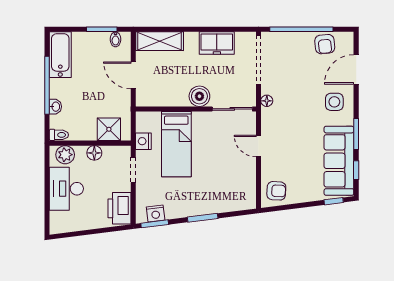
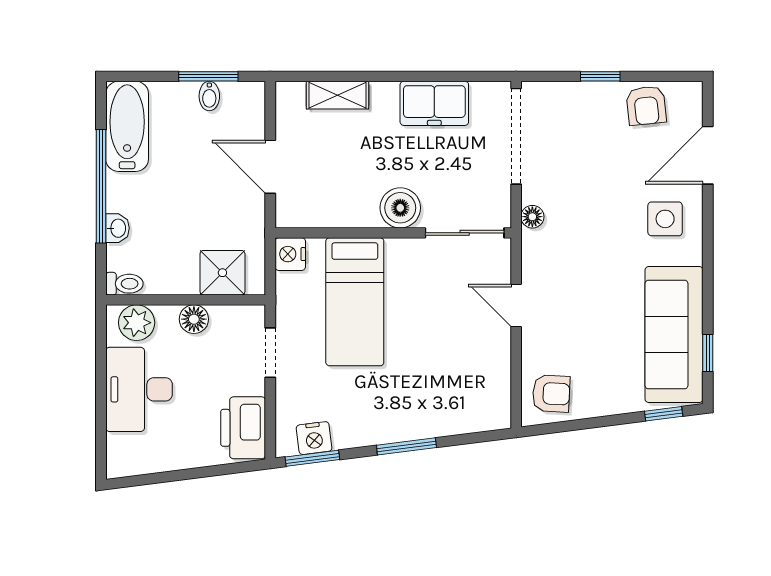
window: (301, 29) -> (600, 76), width x0.32
bidet: (116, 39) -> (209, 96), moved
shelving: (160, 41) -> (337, 95), width x0.67, depth x0.75
window: (356, 134) -> (708, 282), removed
nightstand: (143, 141) -> (290, 254), moved

